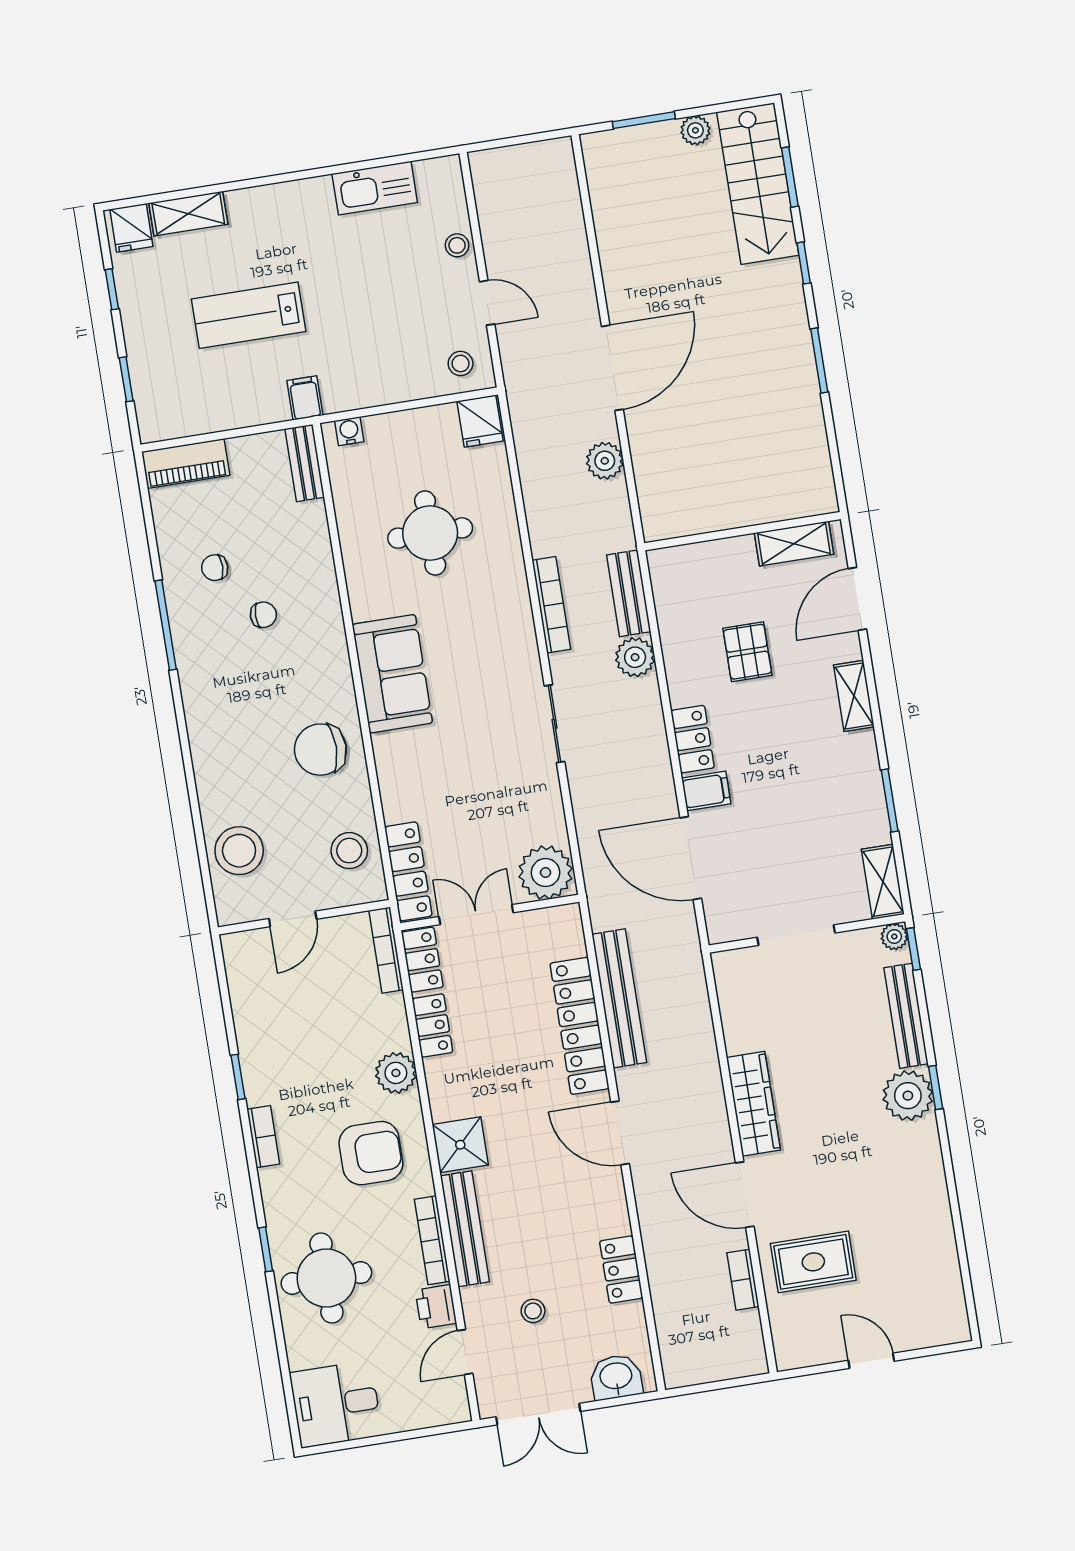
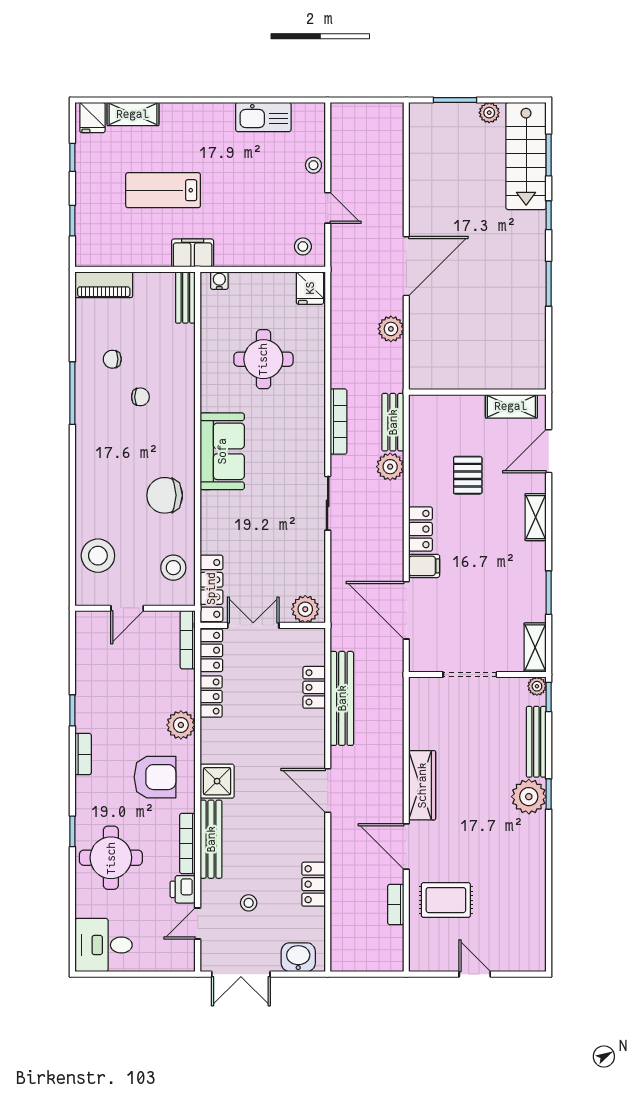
filing cabinet: (305, 398) -> (193, 253), width x2.00
plant: (546, 873) -> (305, 609), width x0.73, depth x0.73
locker: (580, 1026) -> (314, 687), width x0.46, depth x0.83

